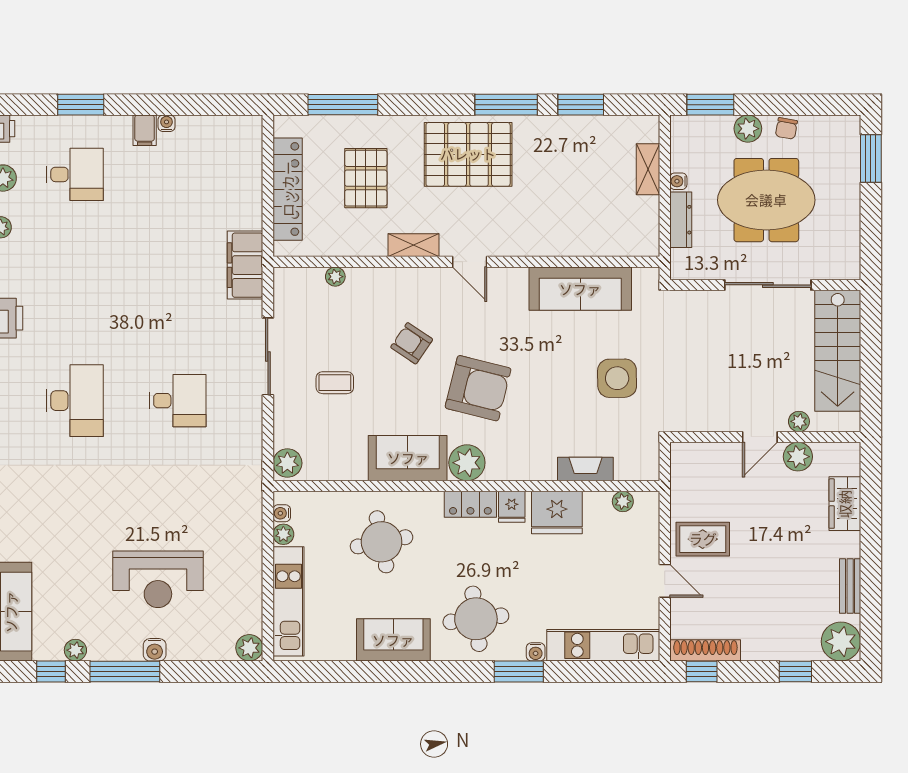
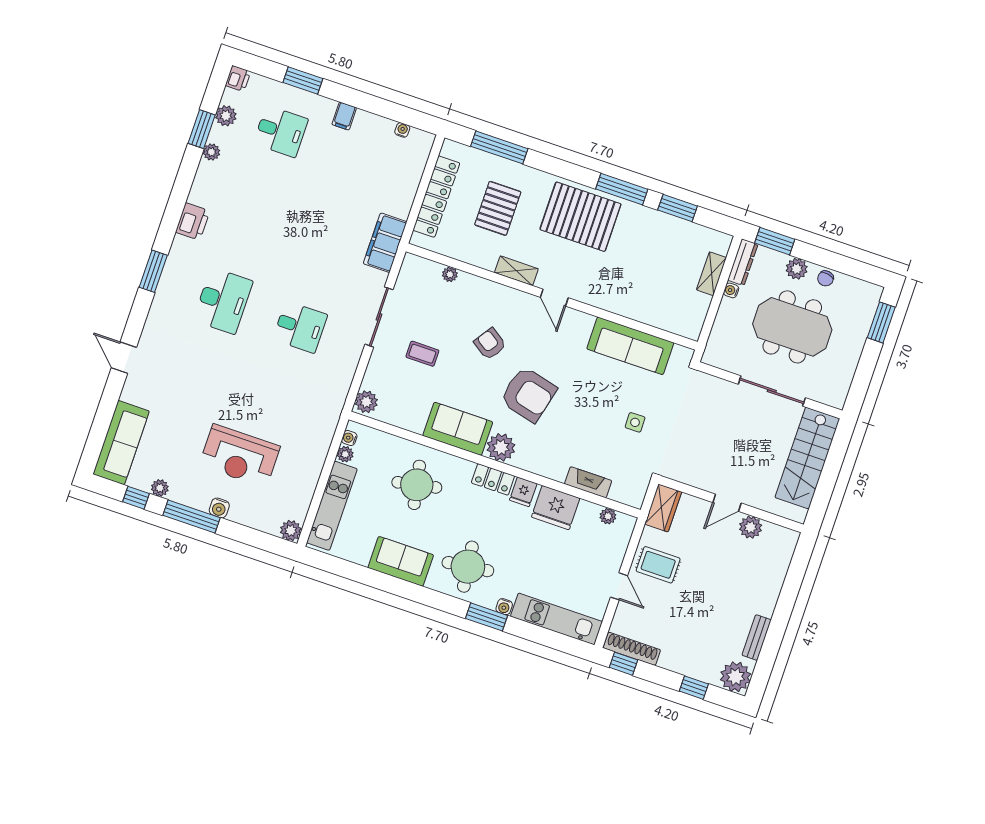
water cooler: (167, 123) -> (402, 130), moved
dresser: (681, 220) -> (743, 262), moved
side table: (617, 378) -> (635, 422), width x0.54, depth x0.54
plant: (799, 421) -> (760, 501), removed
wardrobe: (845, 504) -> (663, 508), moved, turned 180

